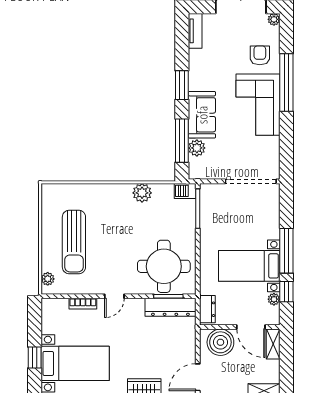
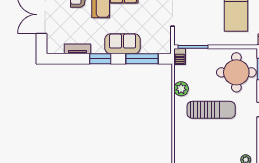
tv unit: (195, 31) -> (77, 49), moved
plant: (197, 148) -> (147, 48), removed
sun lounger: (74, 242) -> (211, 110), moved

